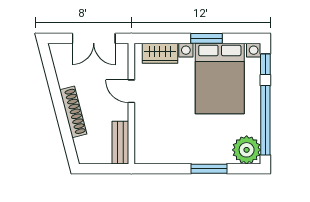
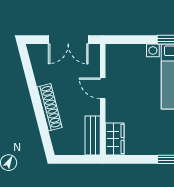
wardrobe: (160, 53) -> (115, 139), moved, turned -90

